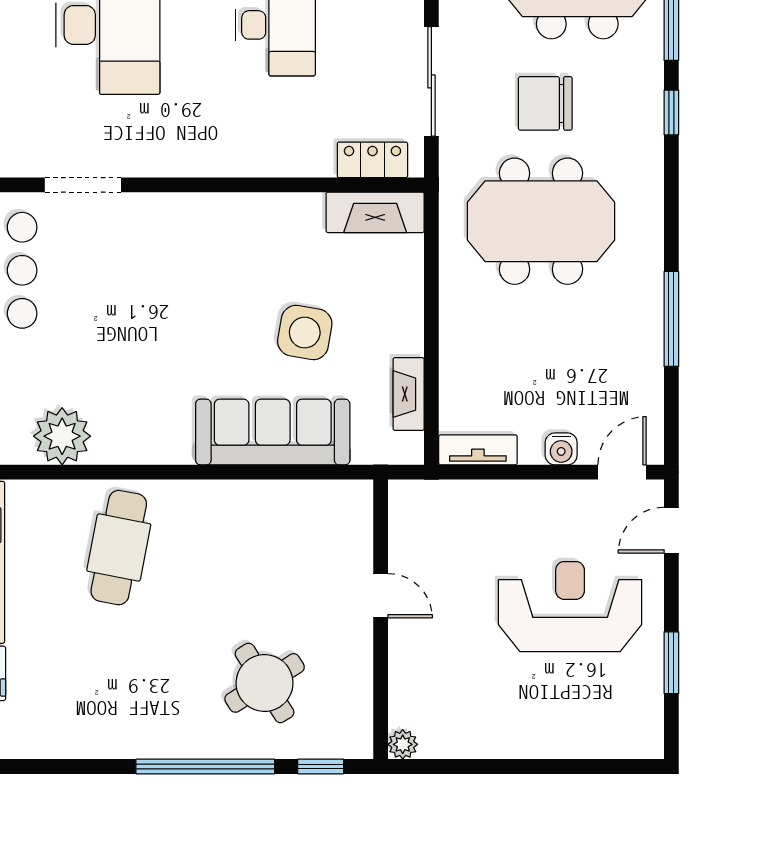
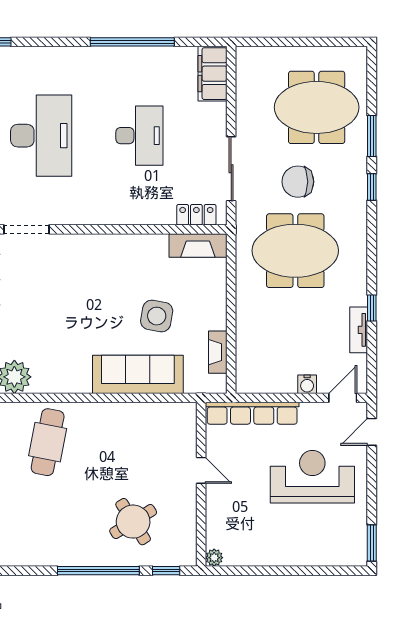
window: (671, 319) -> (372, 308), width x0.46
tv unit: (478, 450) -> (359, 330), moved, turned -90
row of seats: (467, 498) -> (252, 413), added
window: (671, 663) -> (372, 543), moved

